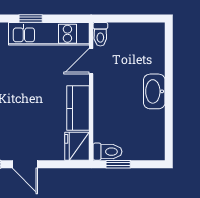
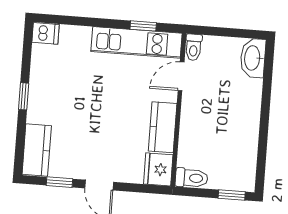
window: (31, 19) -> (143, 26), moved
washbasin: (154, 91) -> (253, 58), moved
window: (118, 164) -> (232, 195), moved

